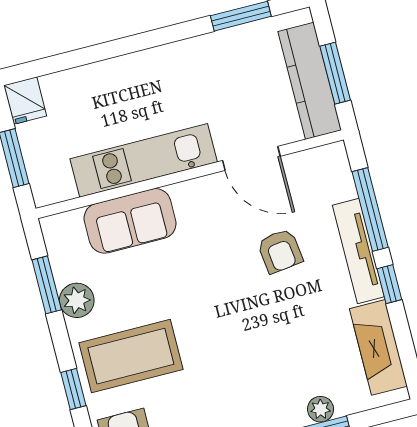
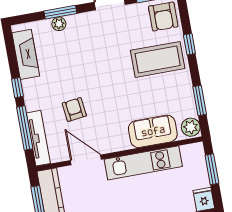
tv unit: (358, 251) -> (38, 138), moved
plant: (77, 300) -> (191, 127), moved

